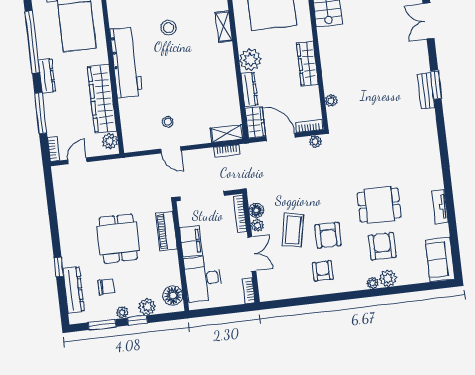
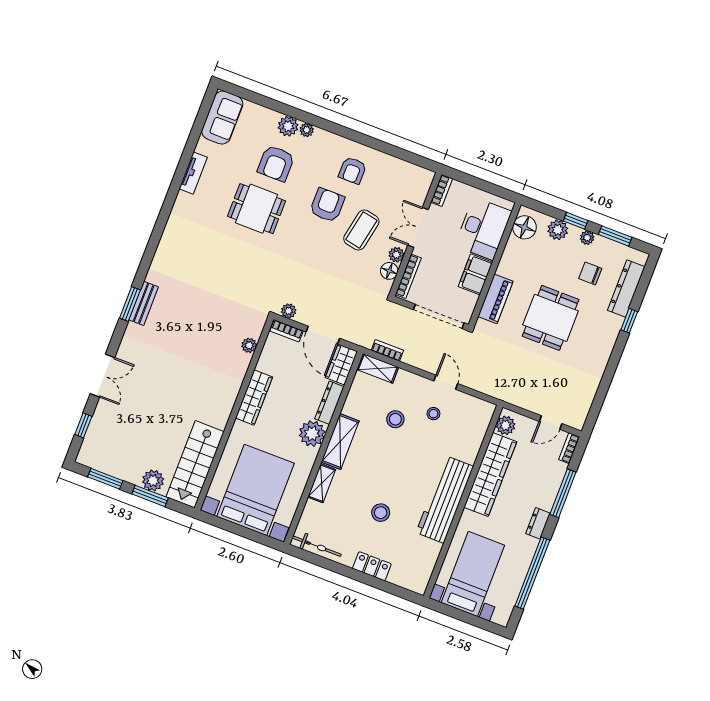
shelving: (226, 65) -> (340, 442), added
dresser: (47, 76) -> (538, 523), width x0.70
stool: (194, 103) -> (395, 419), added

